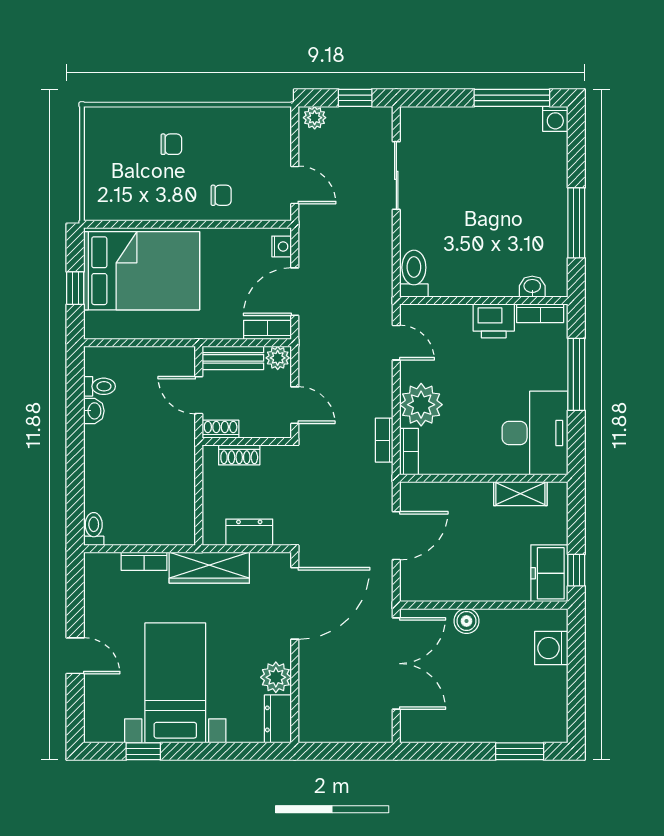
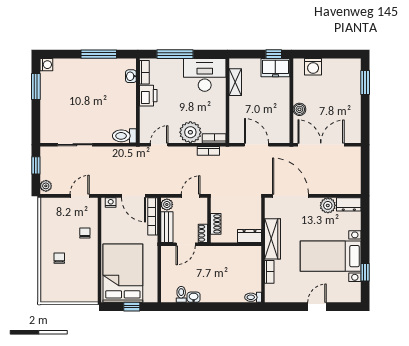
window: (512, 98) -> (36, 86), width x0.69
bookcase: (267, 330) -> (153, 216), width x1.56
dresser: (249, 532) -> (250, 236), moved, turned 90

